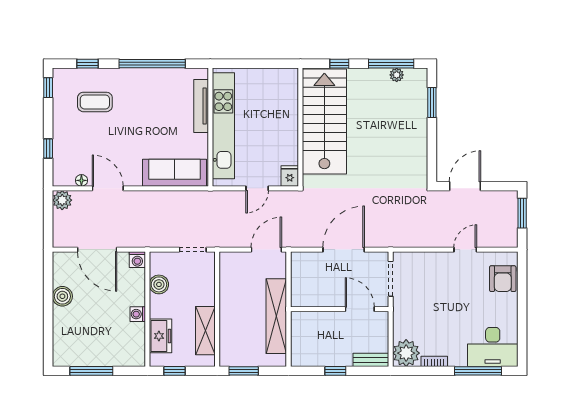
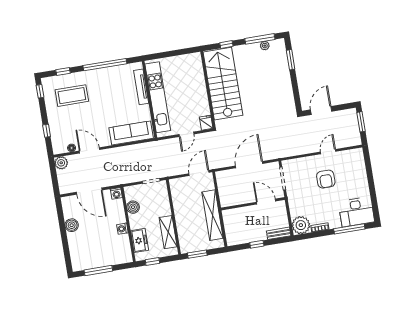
coffee table: (95, 102) -> (72, 96), width x1.36, depth x1.32
armchair: (503, 279) -> (326, 179), moved

